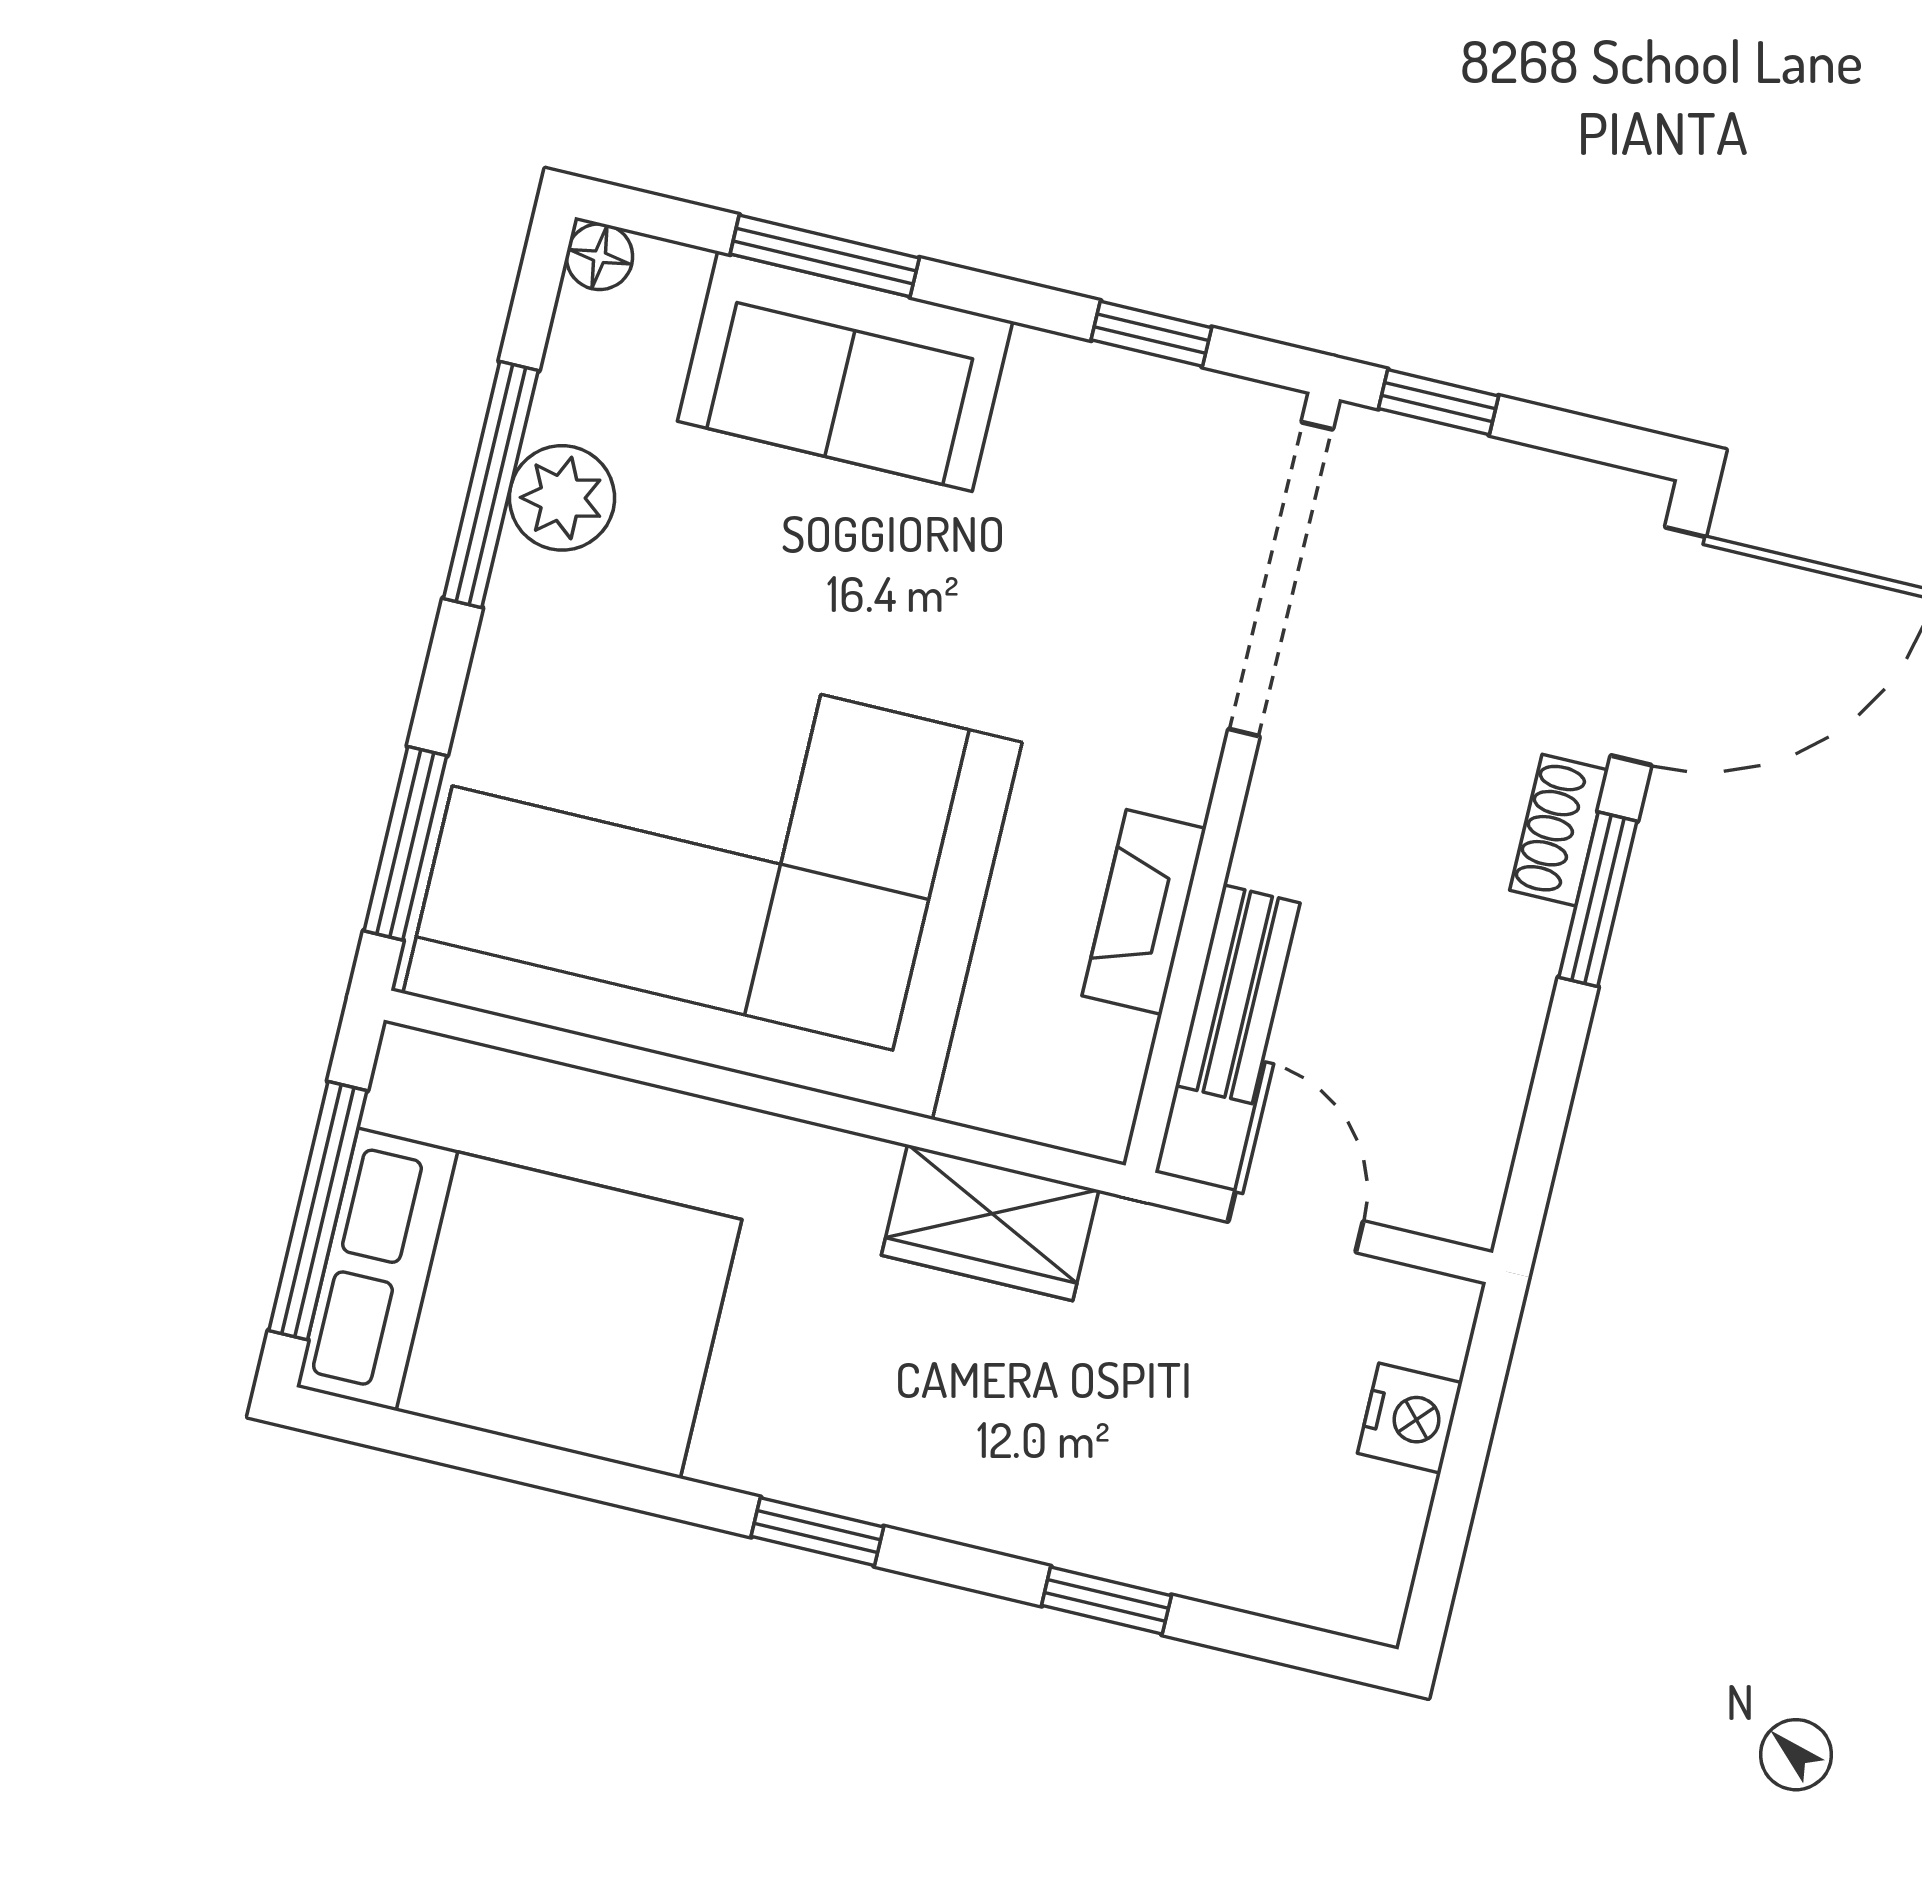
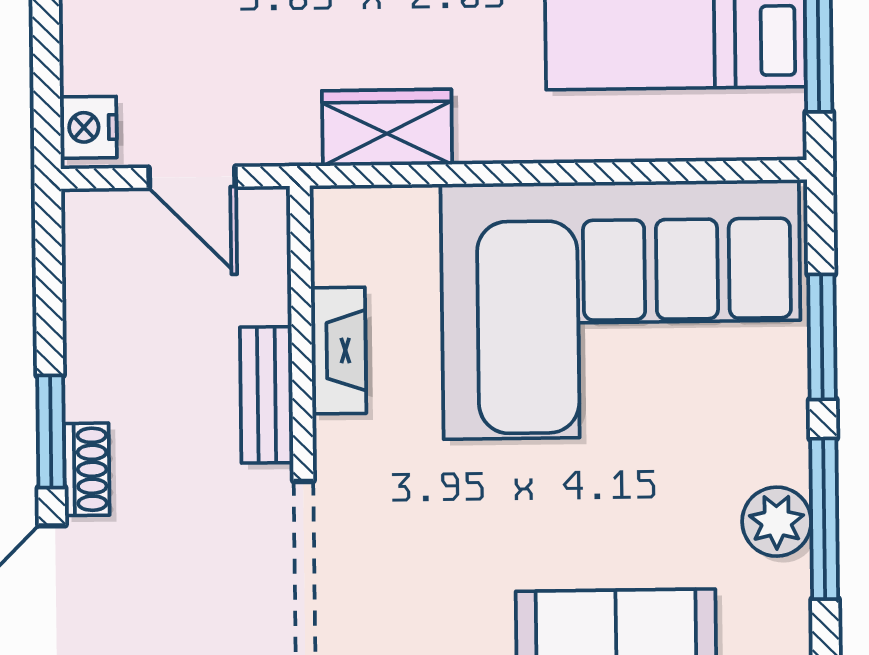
window: (405, 843) -> (822, 337), moved
bench: (1238, 994) -> (267, 395), moved
nightstand: (1410, 1418) -> (88, 127), moved

